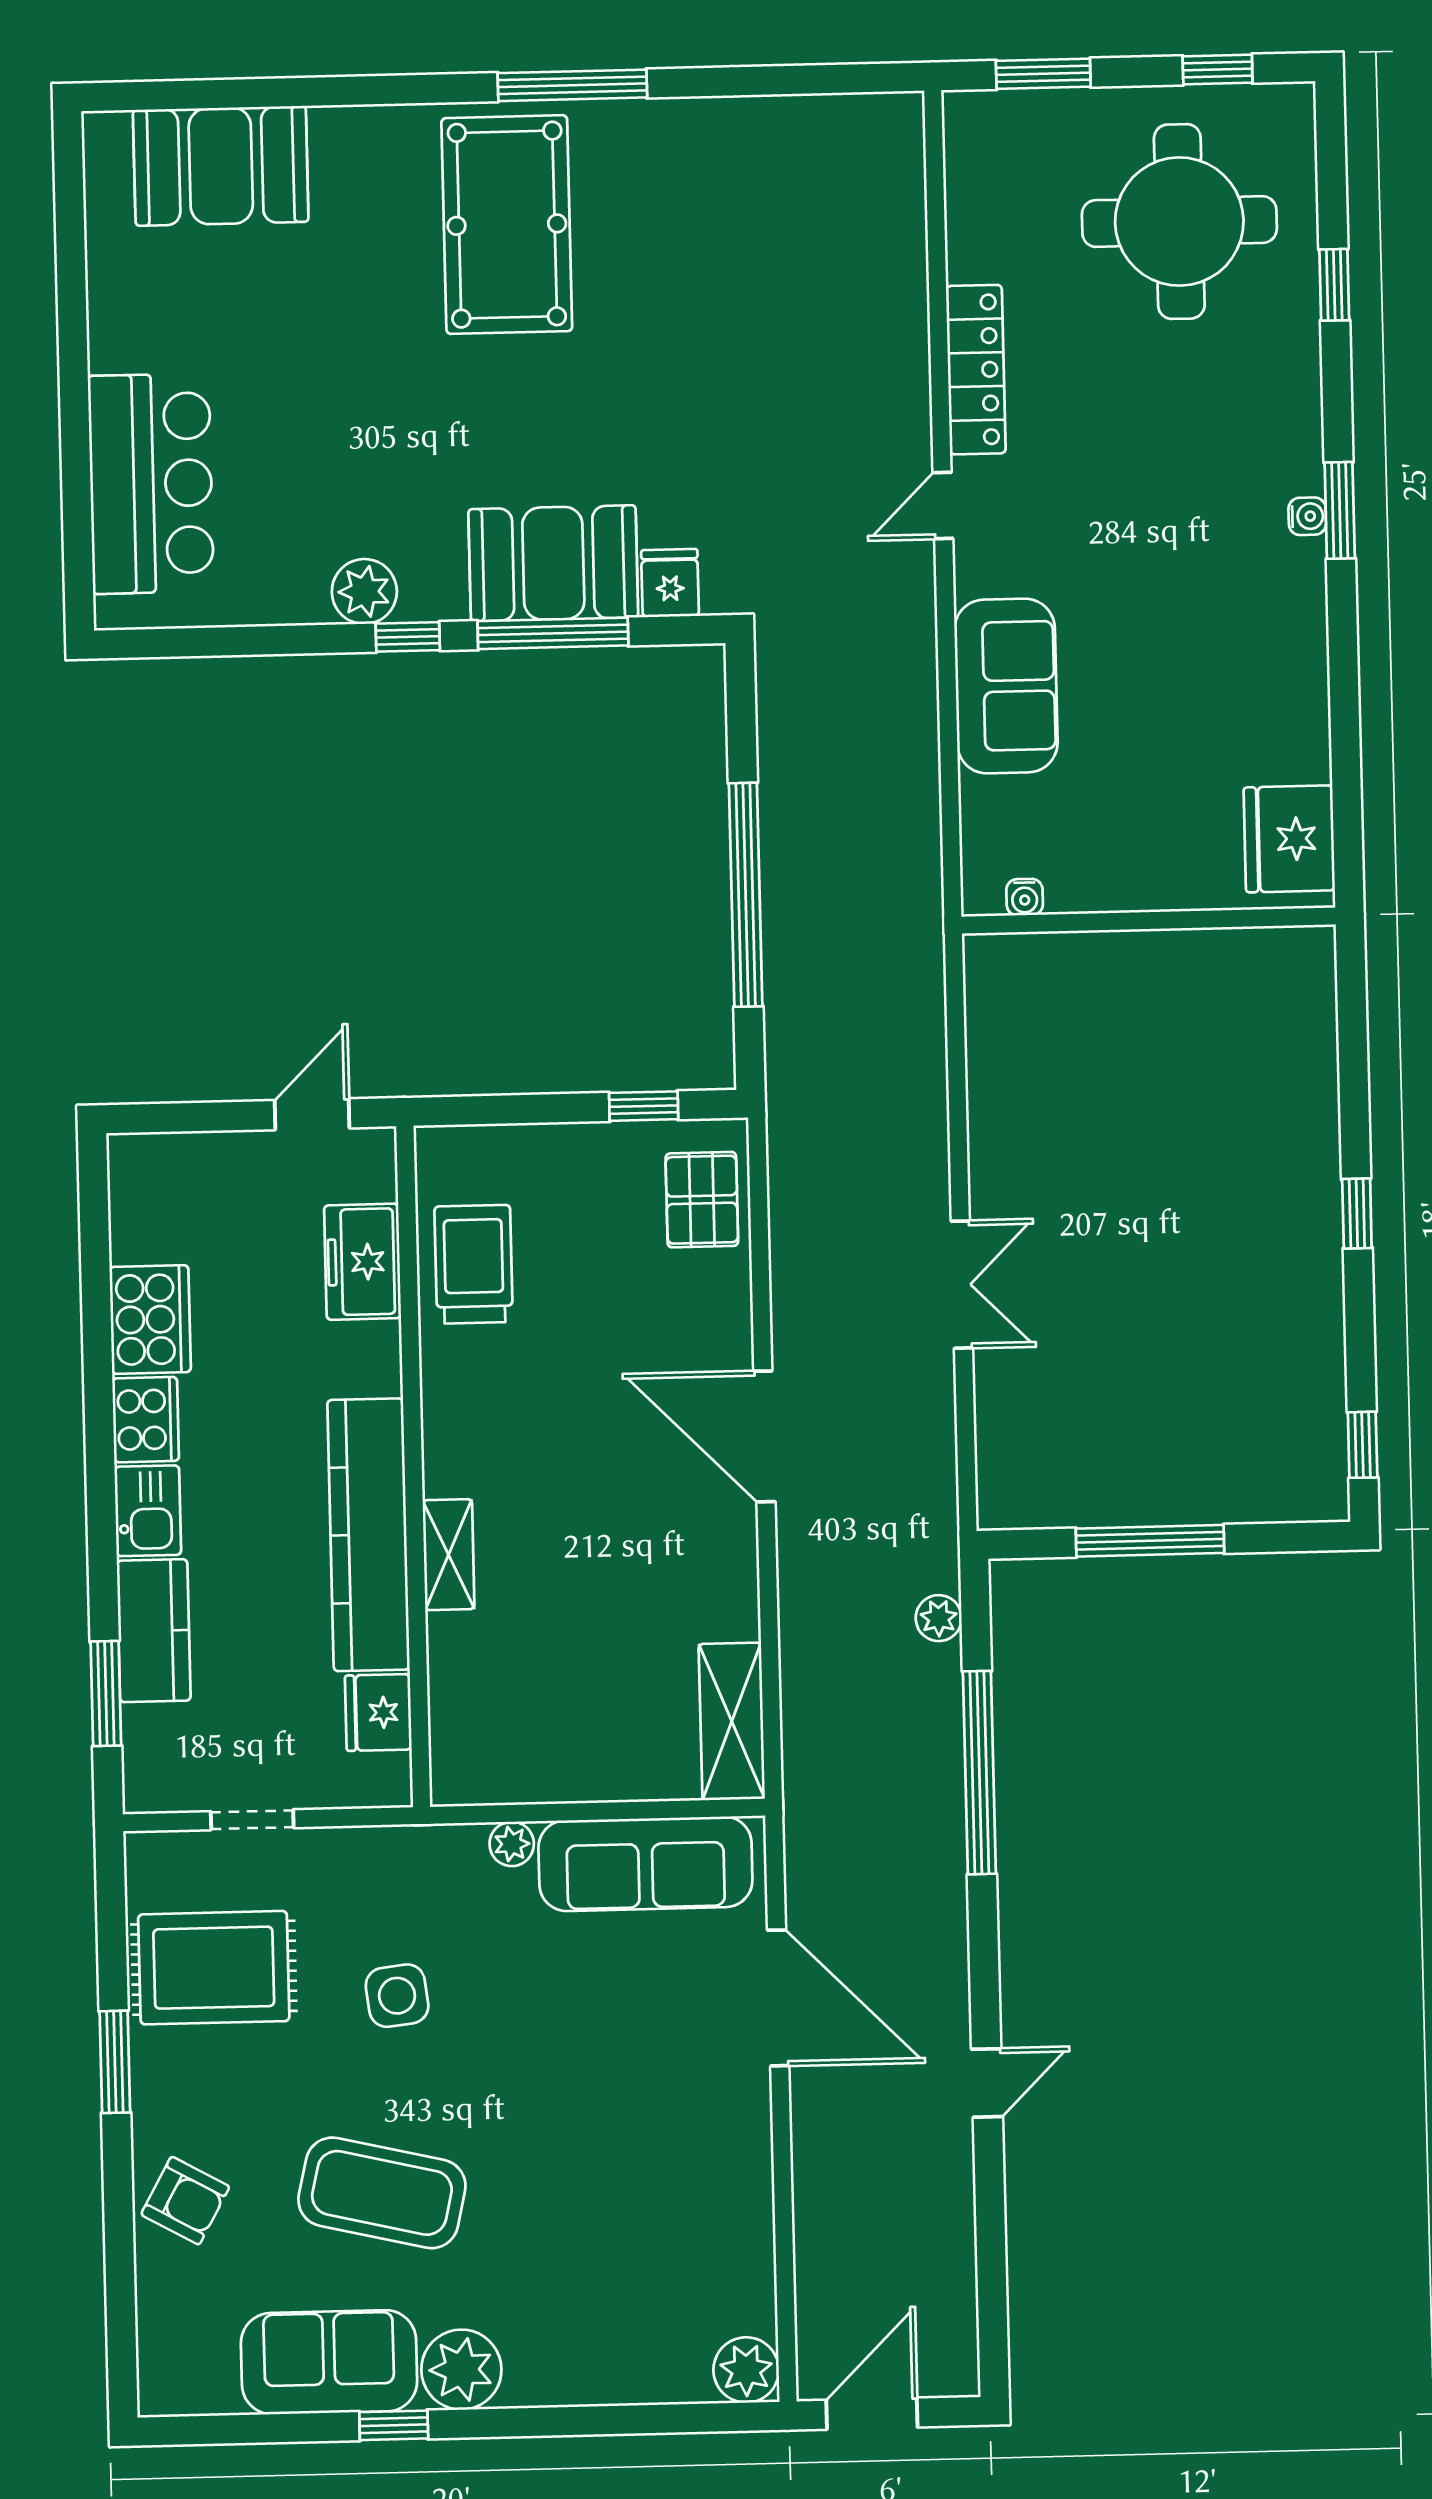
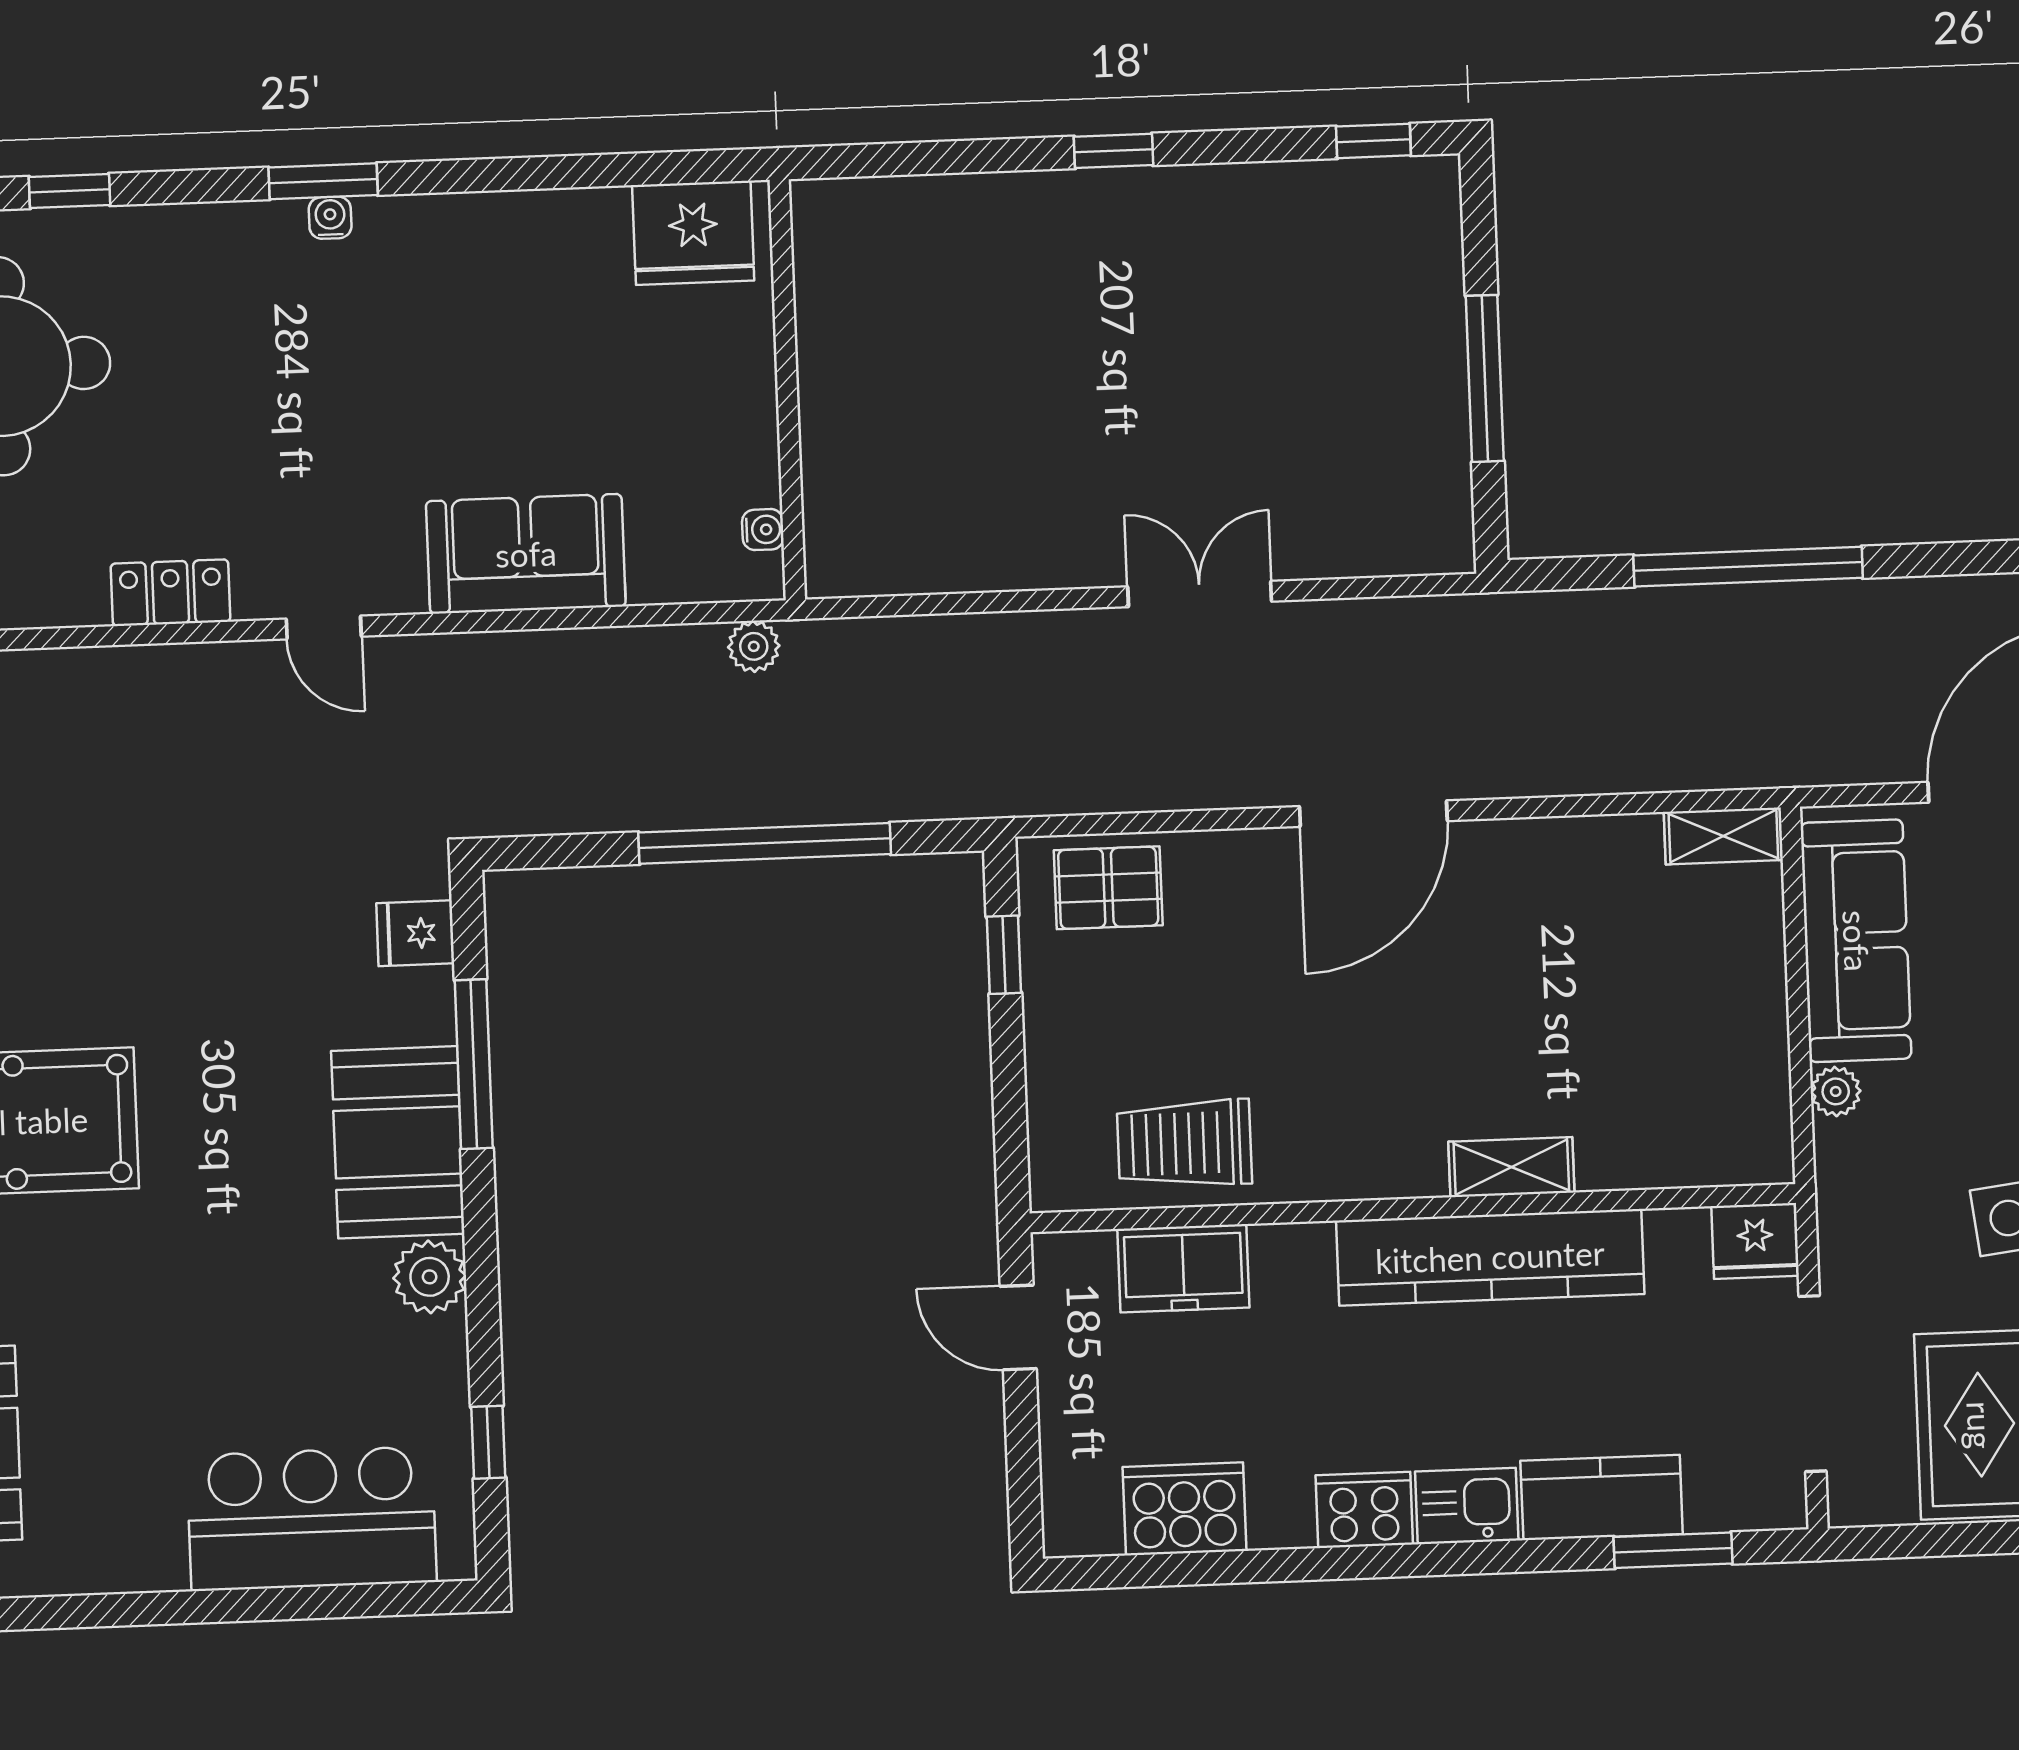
locker: (976, 370) -> (170, 593), width x0.66
booth: (553, 563) -> (398, 1142), moved
window: (408, 637) -> (488, 1442), moved
cooker: (150, 1319) -> (1184, 1509), moved
plant: (939, 1618) -> (754, 646), moved
fridge: (378, 1712) -> (1755, 1241), moved
shelving: (732, 1721) -> (1723, 836), width x0.67, depth x0.75
doorway: (252, 1820) -> (1813, 1384), width x1.88

